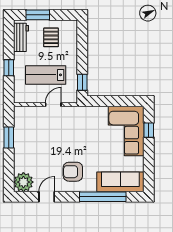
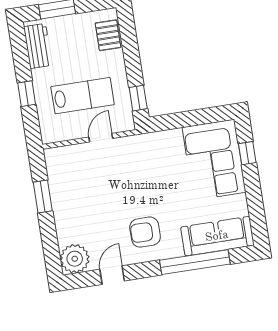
pallet: (51, 37) -> (108, 35), moved
lab bench: (46, 75) -> (83, 96), turned 180

